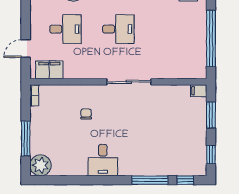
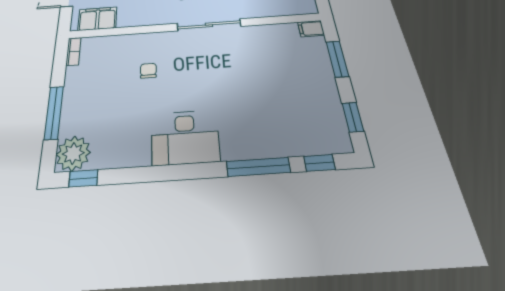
desk: (103, 160) -> (185, 137), width x1.37
window: (48, 180) -> (83, 178), added

